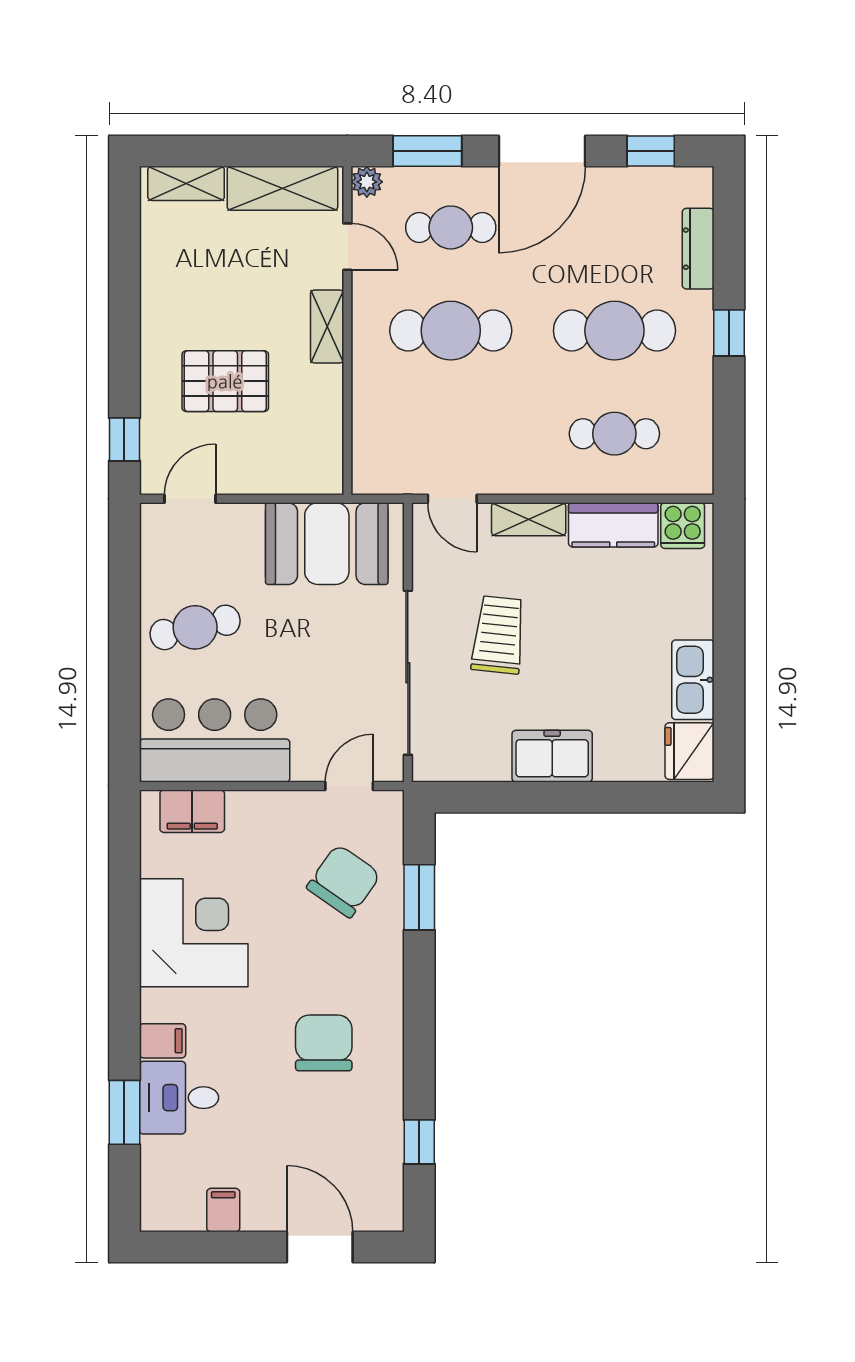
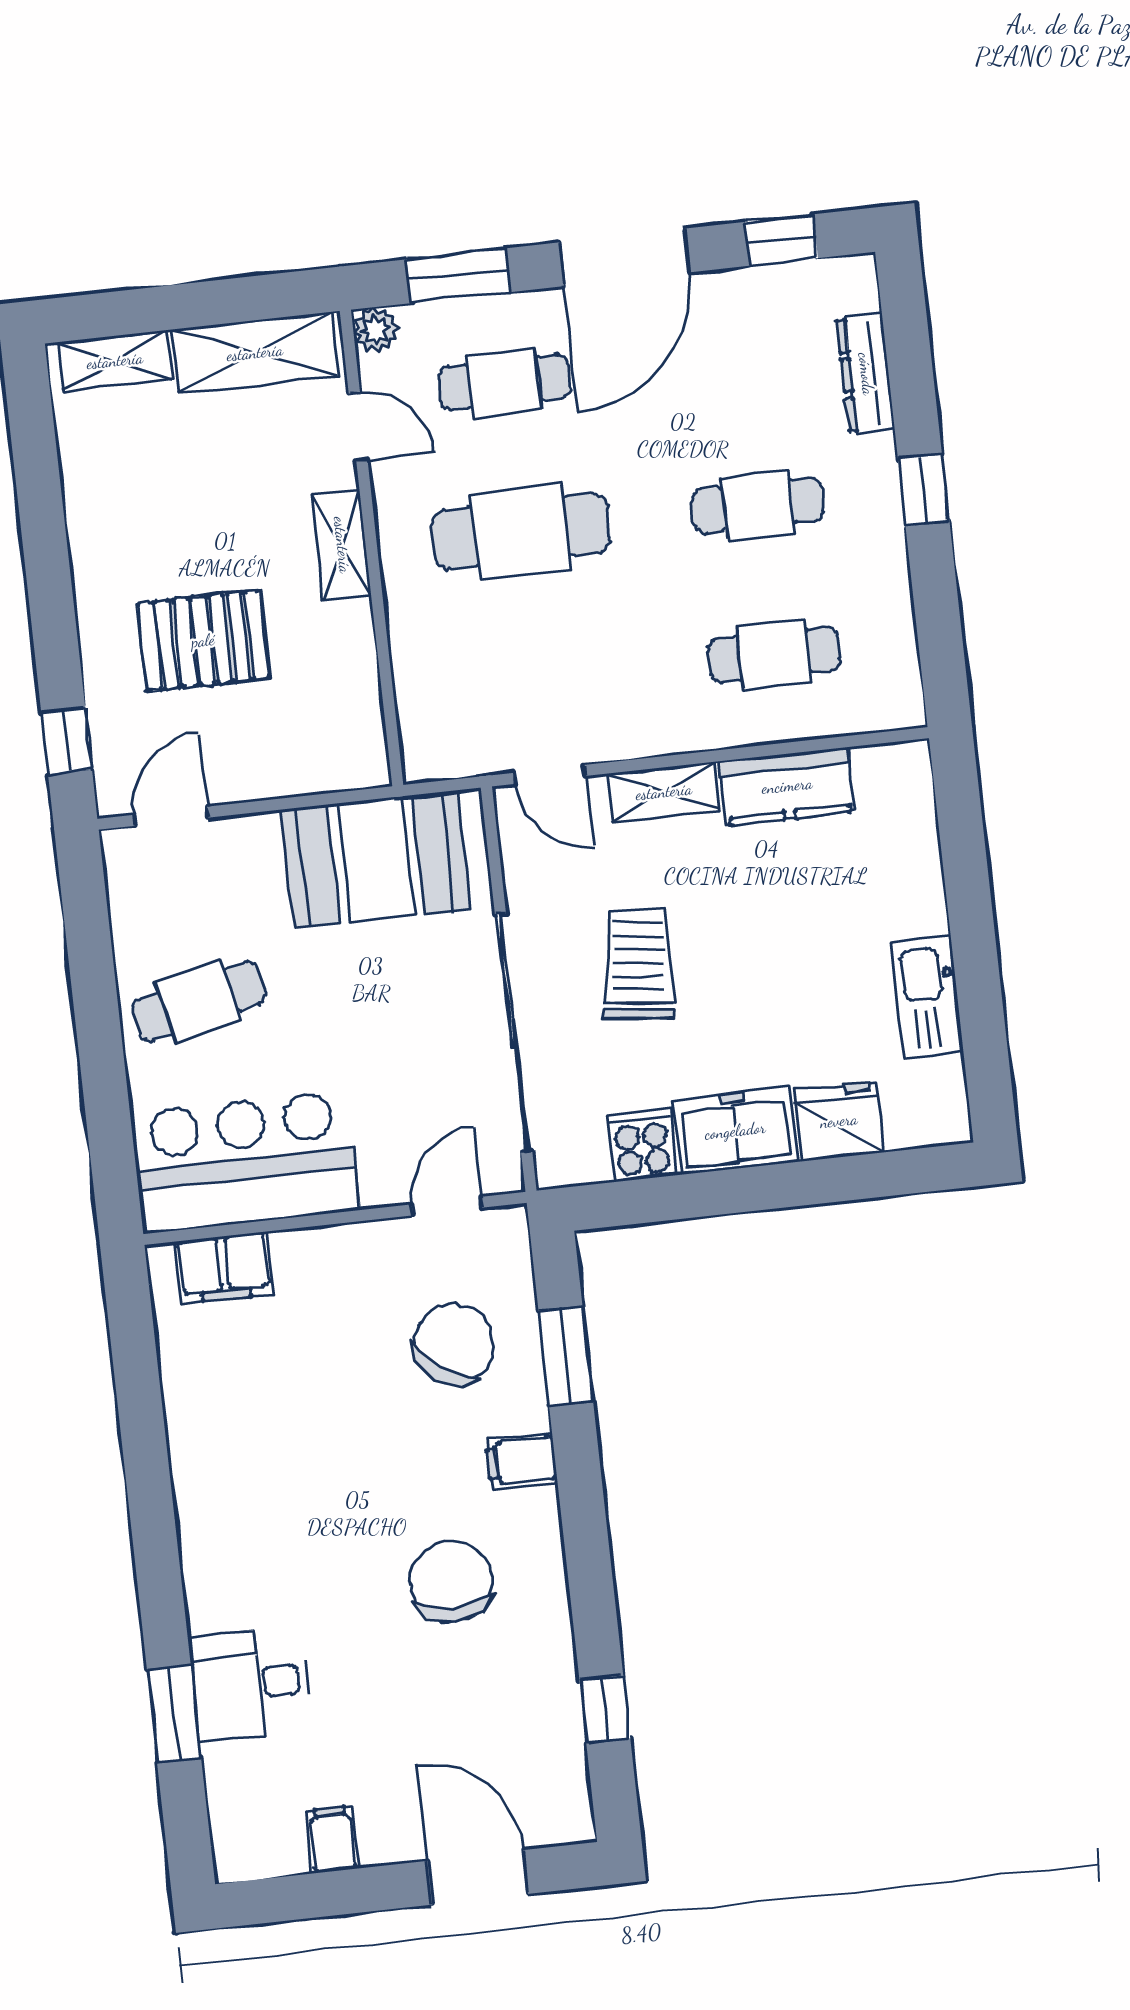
cafe table: (614, 331) -> (758, 505), width x0.73, depth x0.74
cooker: (683, 526) -> (642, 1145), moved, turned 180
fridge: (690, 751) -> (839, 1121), moved, turned 90
corner desk: (194, 933) -> (245, 1443), removed
filing cabinet: (163, 1041) -> (522, 1461), moved, turned 180

